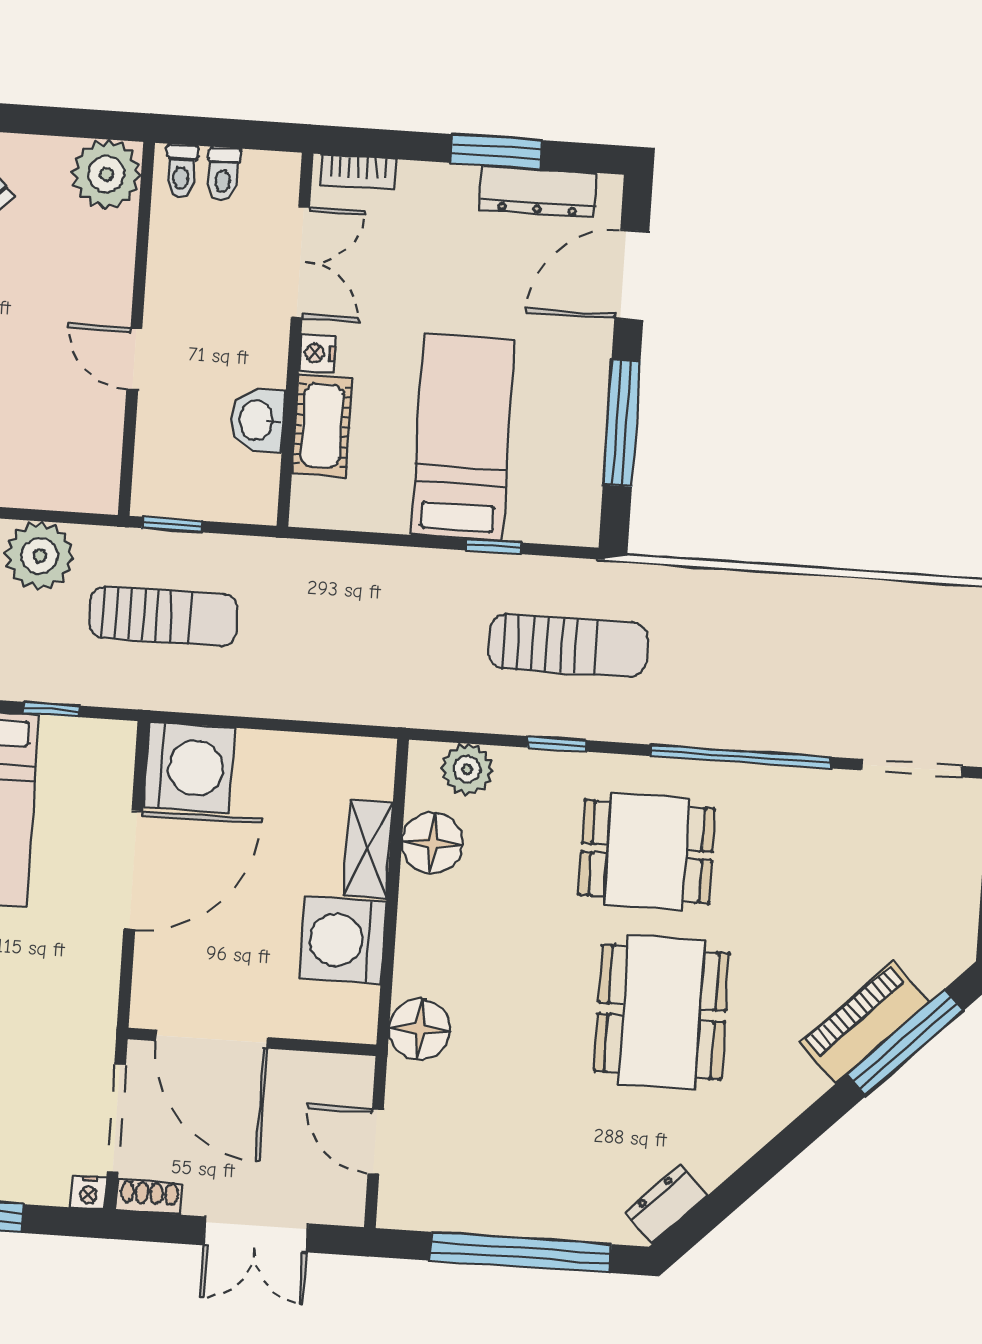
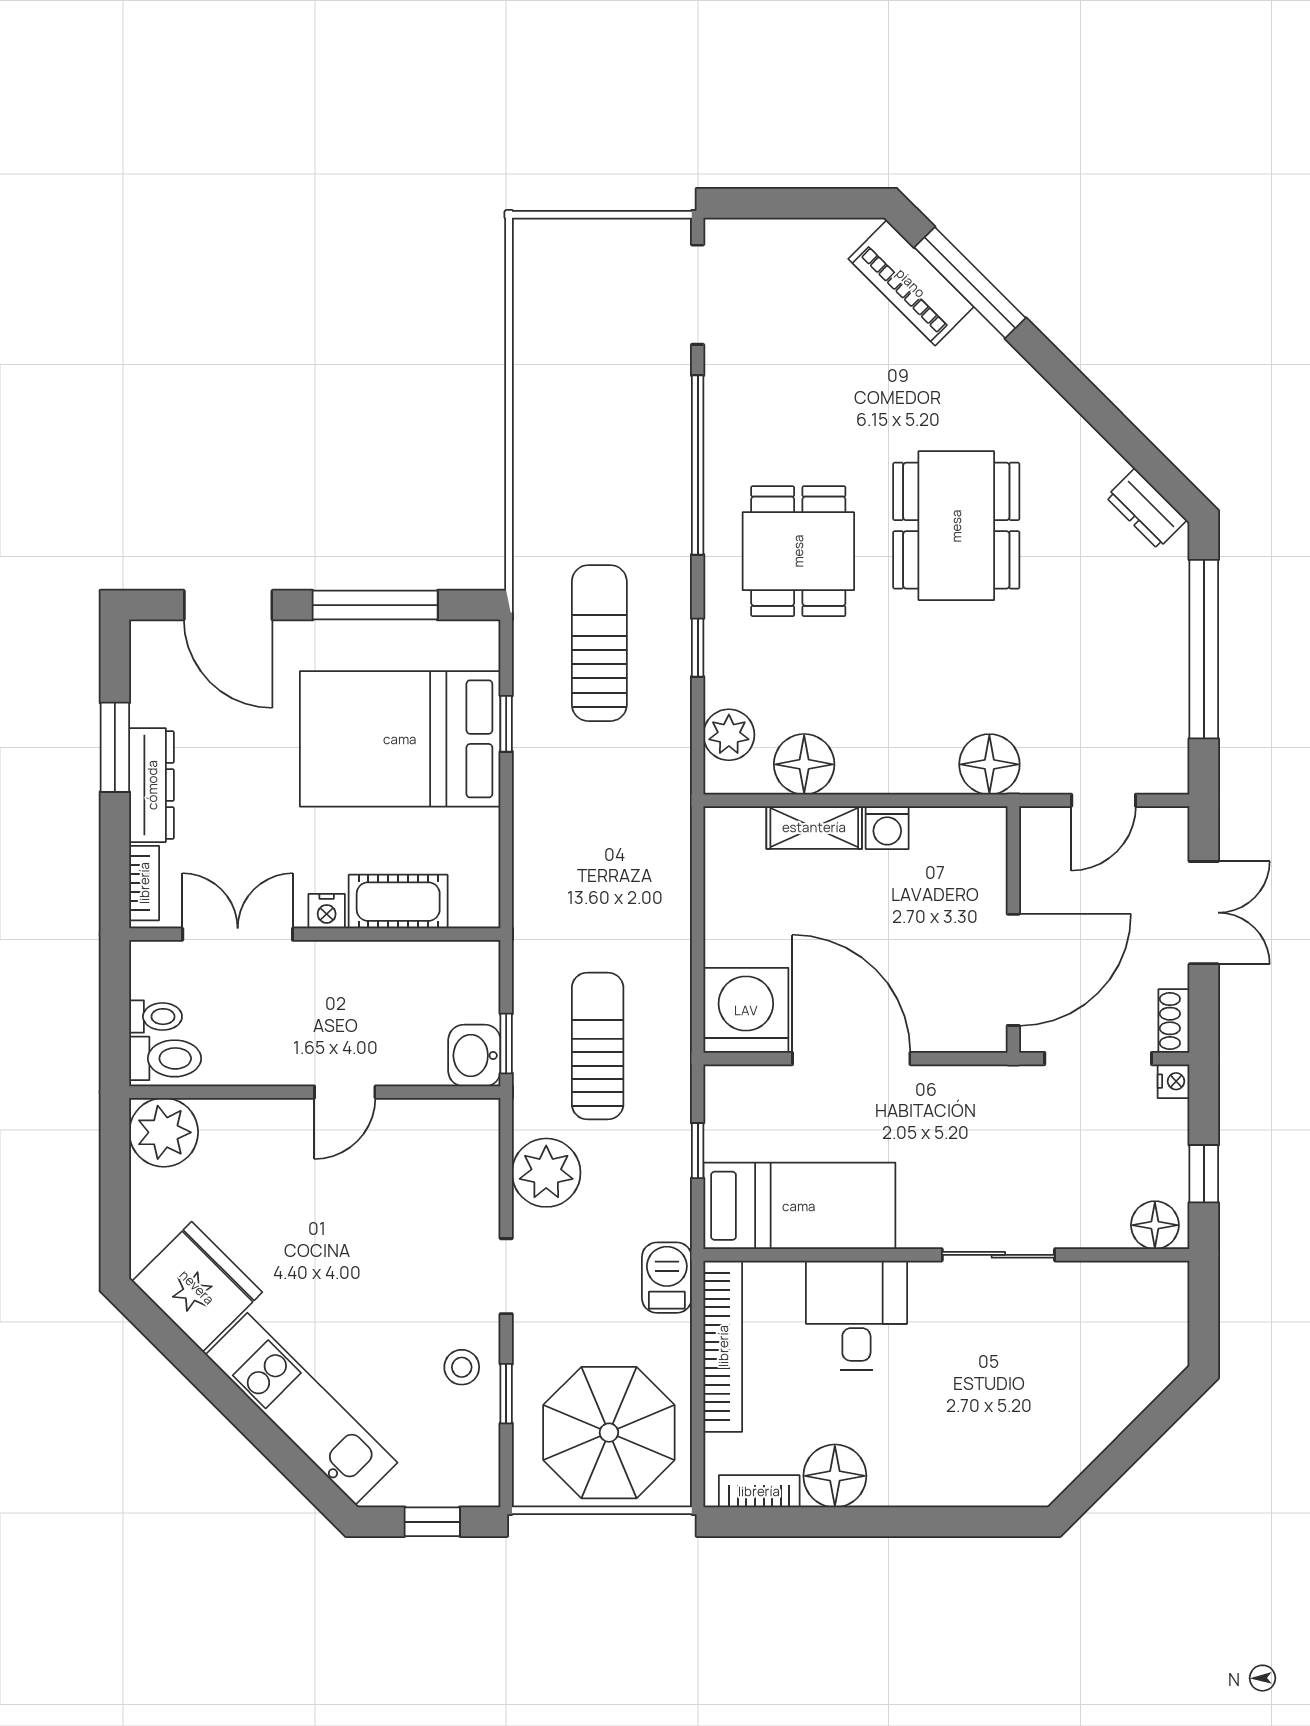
toilet: (181, 171) -> (165, 1058), width x1.37, depth x1.39
dresser: (538, 191) -> (152, 785), moved
washbasin: (257, 420) -> (474, 1055), moved, turned 90
bed: (463, 437) -> (400, 739), width x1.50
washing machine: (343, 940) -> (887, 828), width x0.53, depth x0.53
dining table: (662, 1012) -> (956, 526), turned 90
piano: (864, 1022) -> (911, 283), moved

